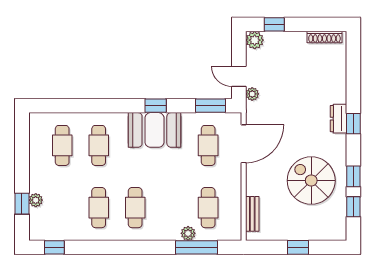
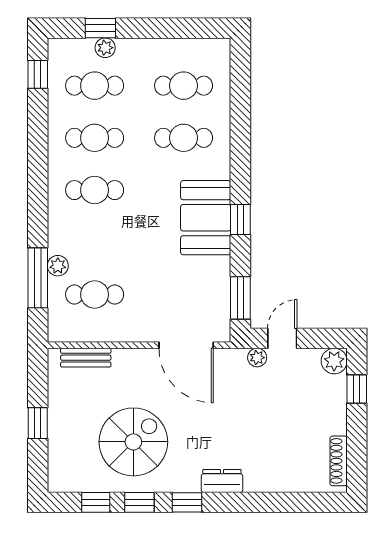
window: (353, 124) -> (187, 502), moved
cafe table: (208, 145) -> (95, 86), moved

